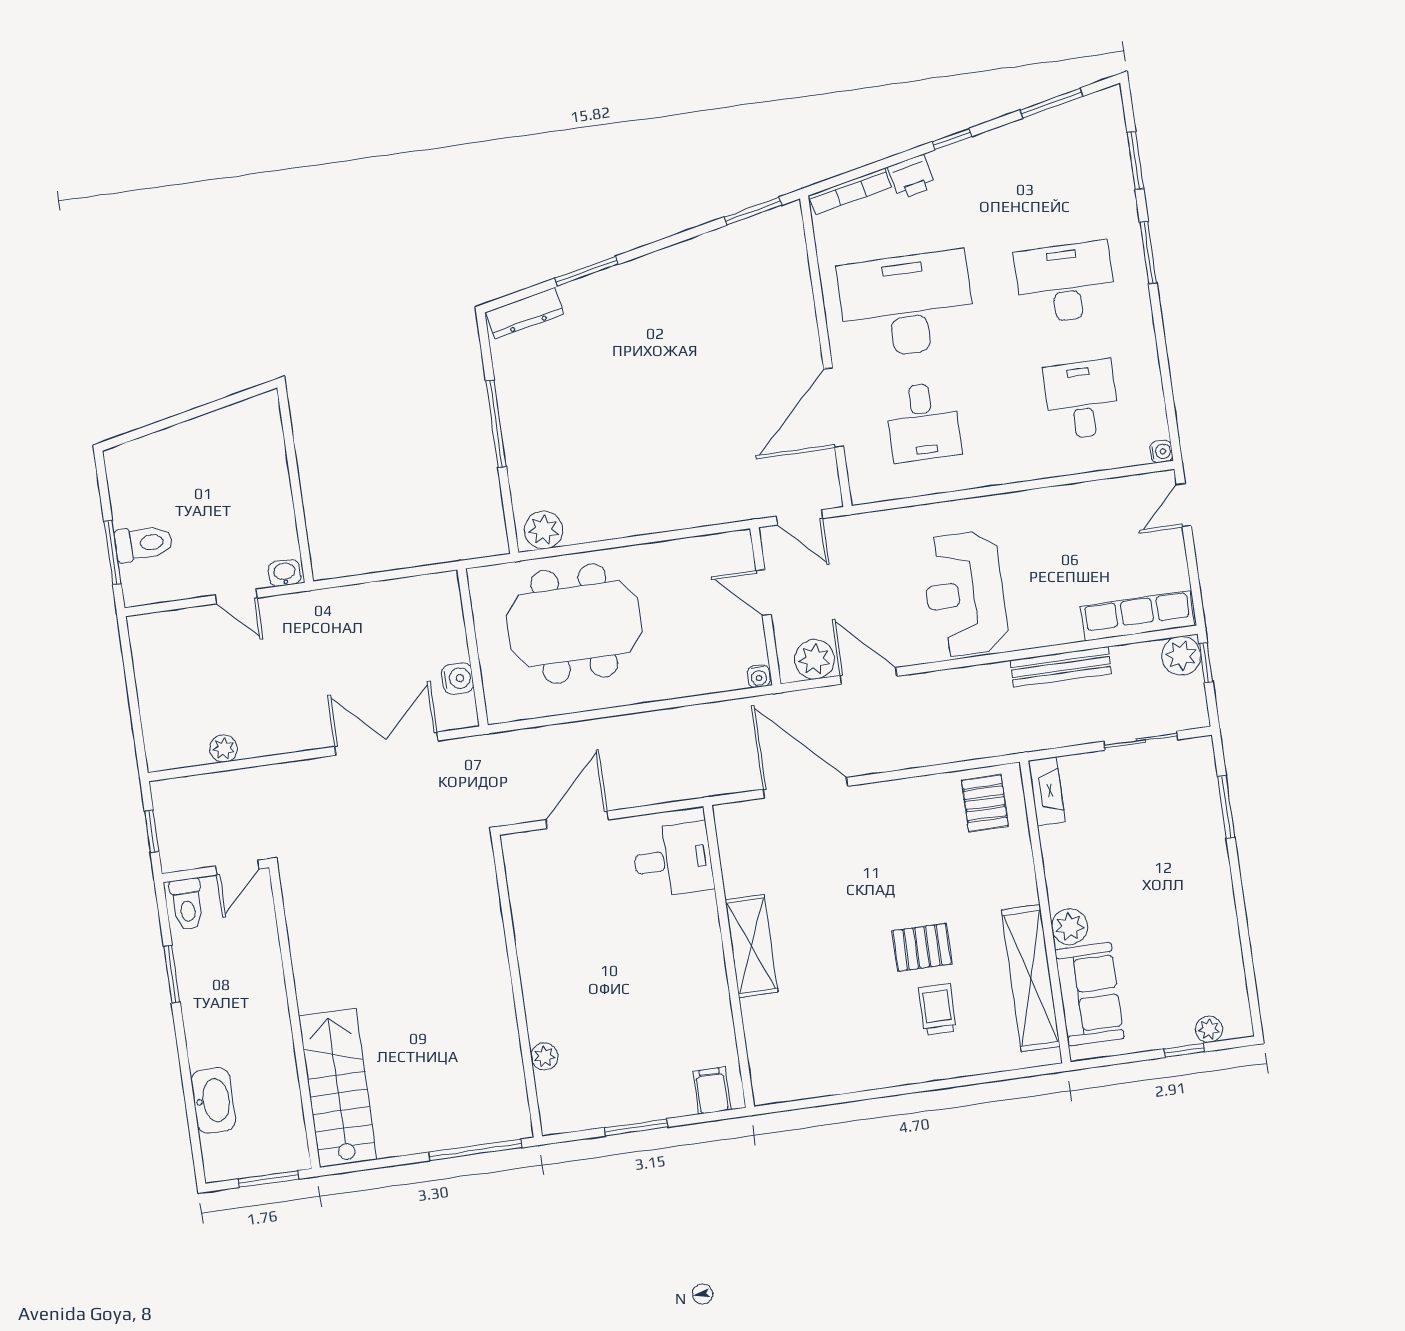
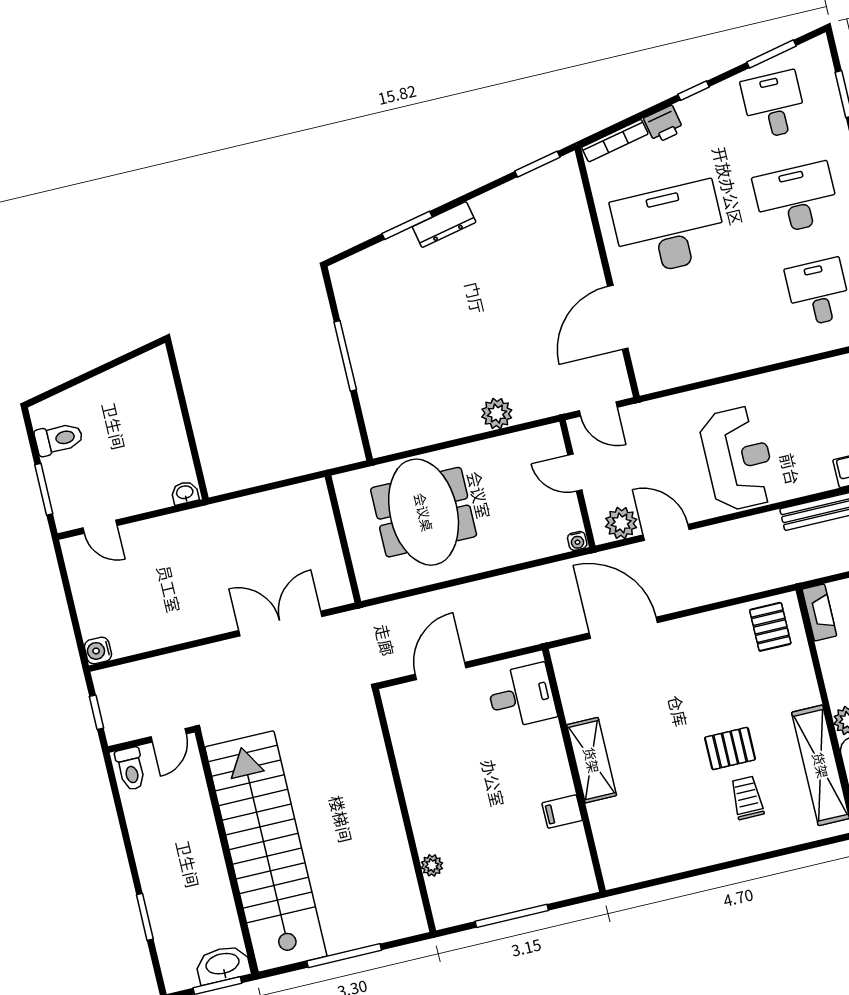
dresser: (525, 313) -> (444, 225), moved
desk: (923, 422) -> (774, 105), moved, turned 180
plant: (544, 530) -> (497, 414), moved
toilet: (144, 543) -> (59, 439), moved
reception desk: (965, 594) -> (738, 458), turned 180
door: (236, 597) -> (100, 527), moved
meeting table: (574, 624) -> (424, 512), turned 90
water cooler: (457, 678) -> (98, 651), moved, turned 180
plant: (224, 748) -> (149, 640), removed
window: (172, 974) -> (145, 917), moved
stairs: (338, 1088) -> (266, 852), width x1.86, depth x1.51
filing cabinet: (712, 1091) -> (562, 812), moved, turned -90
washbasin: (213, 1101) -> (223, 965), moved, turned -90
window: (636, 1127) -> (512, 916), width x1.44
window: (475, 1150) -> (344, 956), moved

